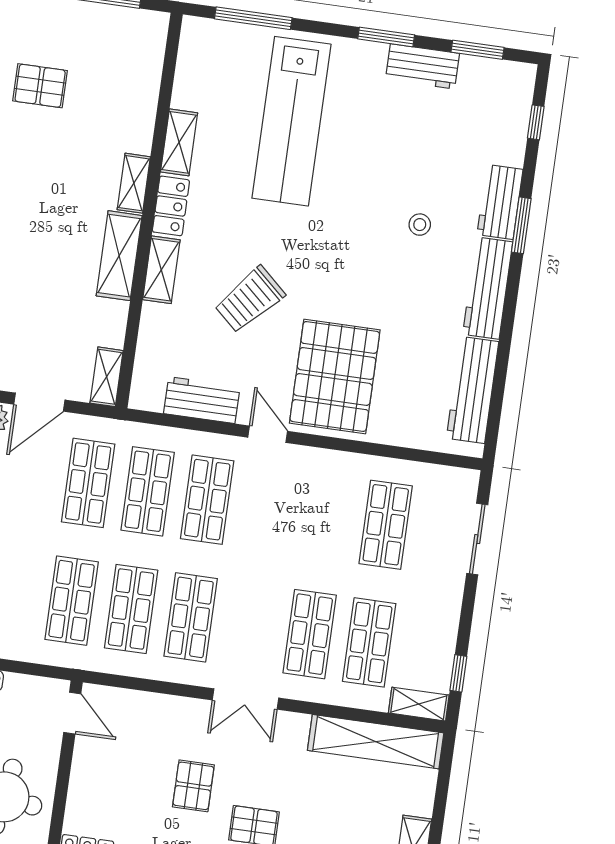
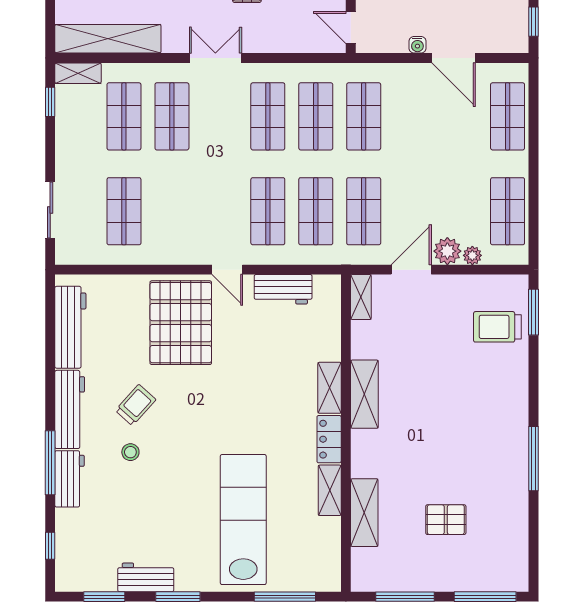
shelving: (134, 183) -> (364, 513), moved, width x1.50, depth x1.33
window: (521, 225) -> (50, 463), width x1.44
trolley: (250, 300) -> (136, 405), moved, width x0.73, depth x0.72

